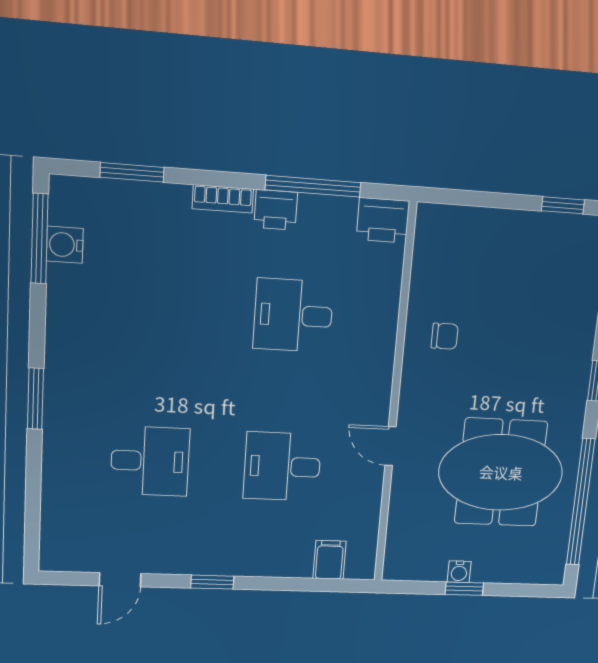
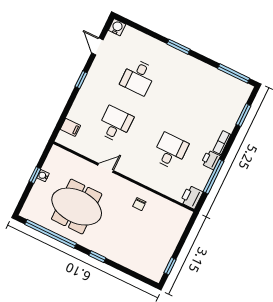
water cooler: (65, 245) -> (117, 27), moved
meeting table: (501, 472) -> (77, 207), turned 90

